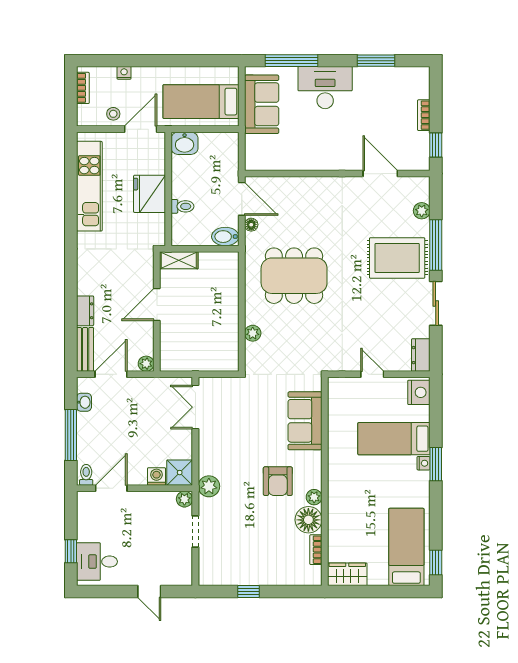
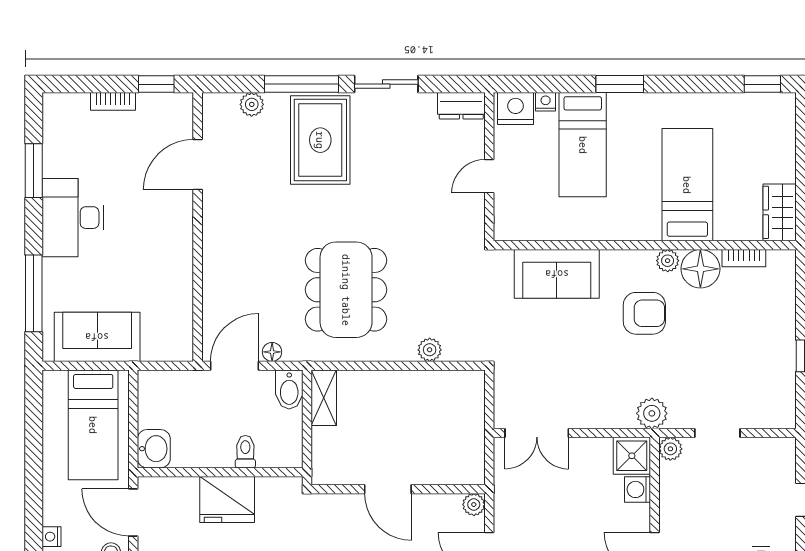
desk: (325, 88) -> (73, 218), moved
shelving: (179, 260) -> (324, 398), moved
nightstand: (424, 463) -> (546, 102), moved
bed: (406, 547) -> (687, 185), moved, turned 90

